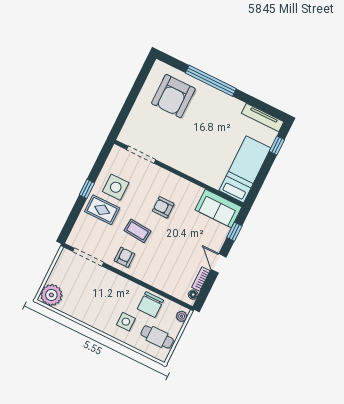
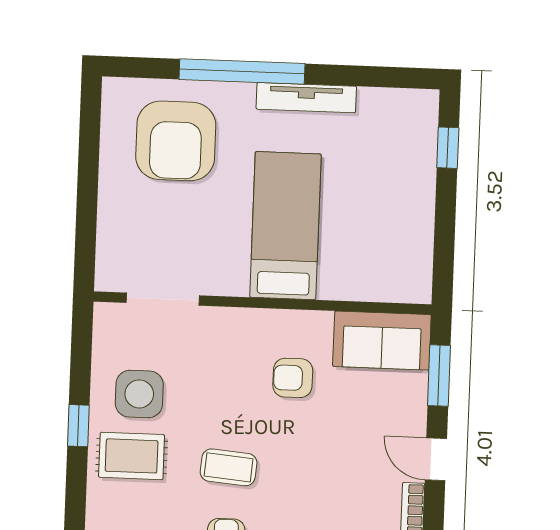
tv unit: (263, 117) -> (306, 98), moved
bed: (245, 169) -> (285, 226), moved
armchair: (163, 207) -> (293, 378), moved
window: (234, 232) -> (439, 375), width x1.50

